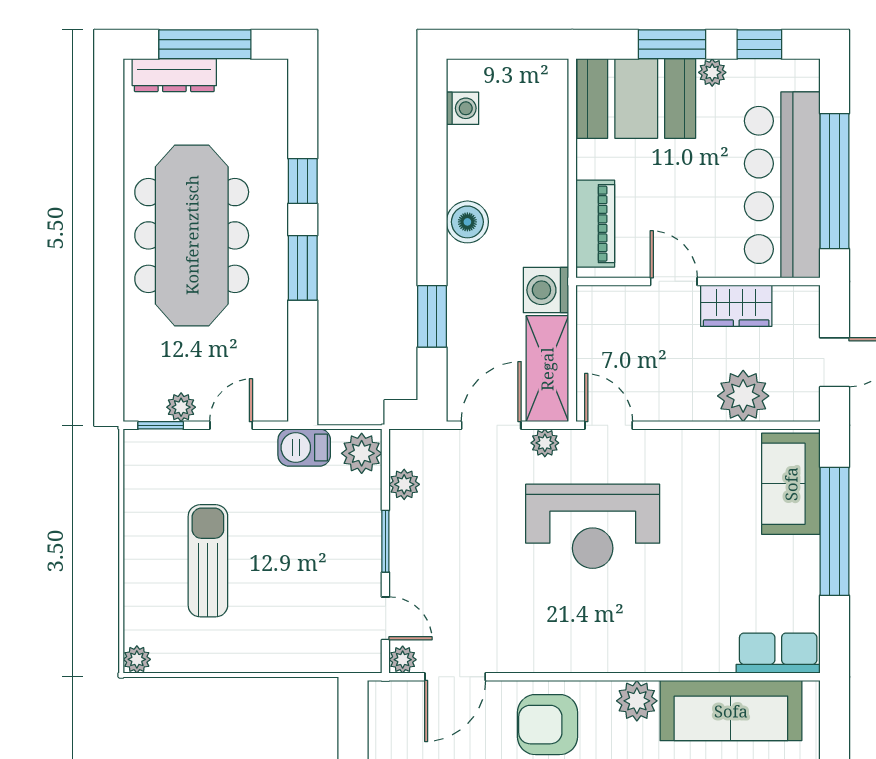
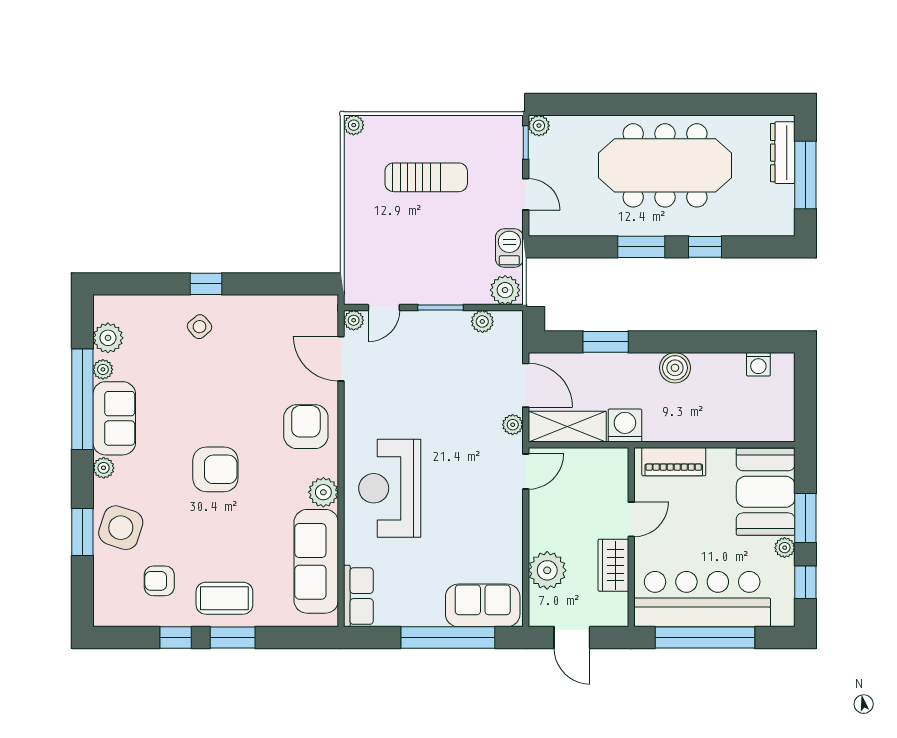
plant: (181, 407) -> (539, 126), moved
reception desk: (593, 526) -> (390, 488), moved

